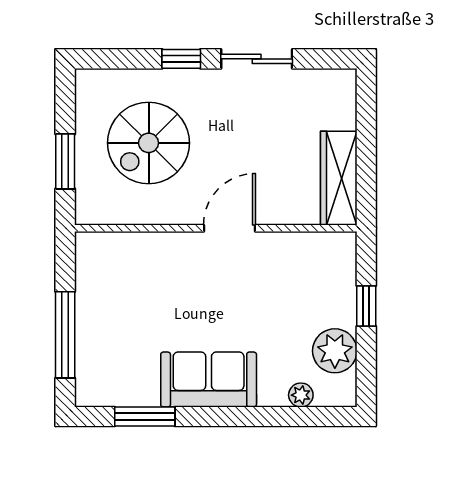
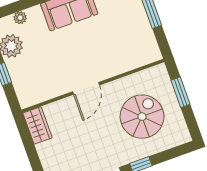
wardrobe: (339, 178) -> (37, 125), width x0.67

